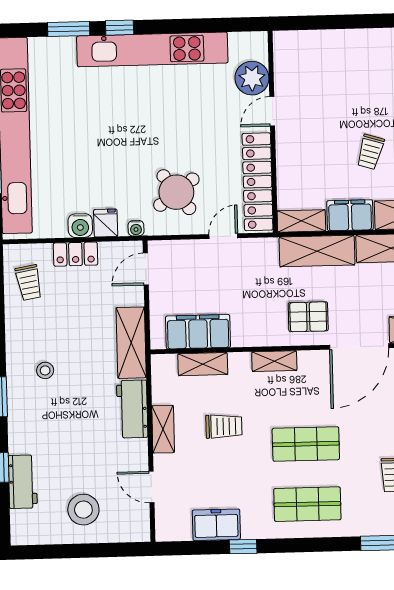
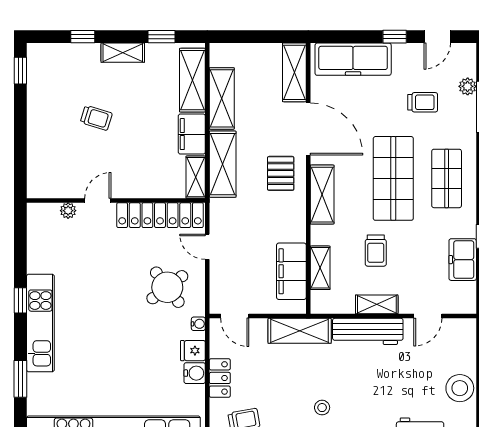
window: (120, 28) -> (20, 300), moved
kitchen unit: (152, 49) -> (40, 323), width x0.73
plant: (252, 78) -> (68, 211), width x0.53, depth x0.53
door: (272, 111) -> (98, 201), swing flipped
trolley: (370, 152) -> (96, 118), moved
shelving: (274, 361) -> (322, 195), width x1.50, depth x1.33
workbench: (132, 409) -> (368, 331), width x1.38
trolley: (224, 426) -> (376, 251), turned 180
shop shelf: (306, 444) -> (393, 178), width x1.43, depth x1.36
stool: (83, 510) -> (460, 388), moved

